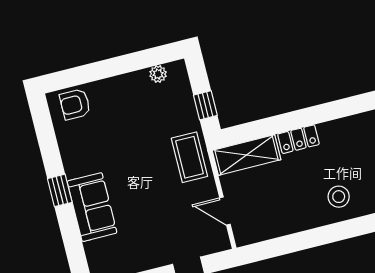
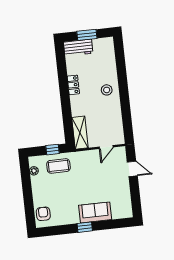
armchair: (75, 104) -> (43, 214), turned 180
locker: (298, 139) -> (73, 85), moved
coffee table: (189, 157) -> (58, 166), moved

